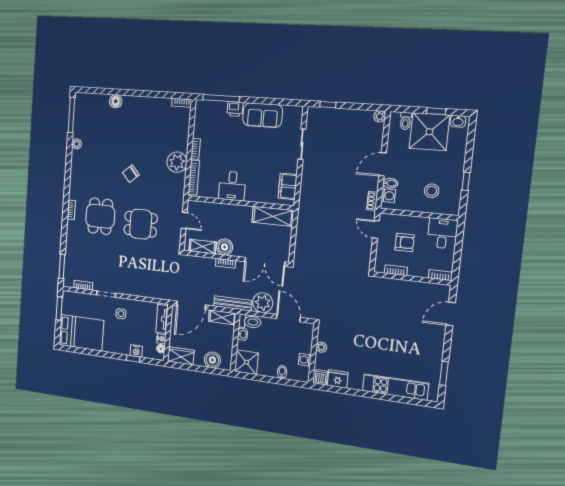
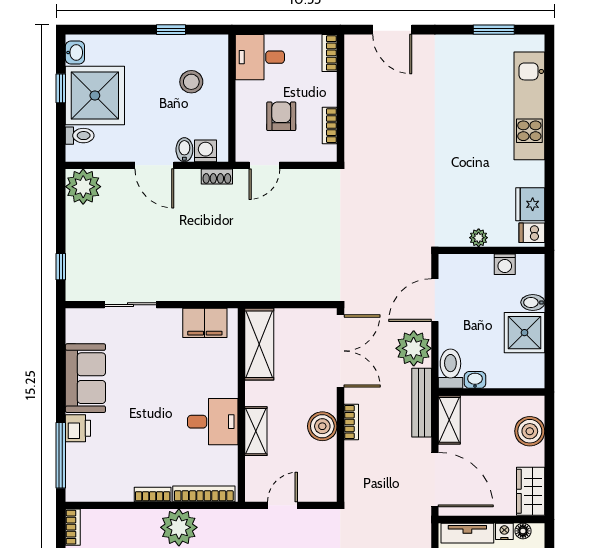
plant: (380, 116) -> (83, 187), width x1.87, depth x1.87
shelving: (202, 247) -> (256, 431), moved
shower: (246, 362) -> (524, 333), moved

